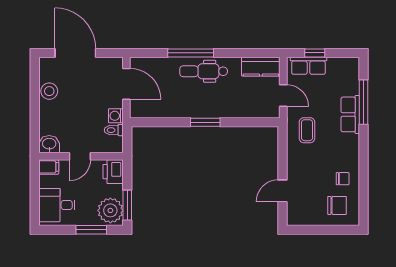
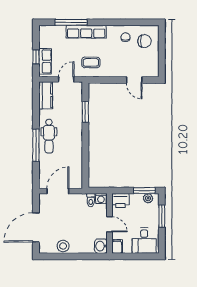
row of seats: (350, 114) -> (86, 32), width x1.48
washing machine: (116, 116) -> (101, 199), moved
window: (205, 122) -> (85, 112), moved
chair: (337, 205) -> (144, 41), turned 90
plant: (110, 210) -> (148, 198), width x0.53, depth x0.53

